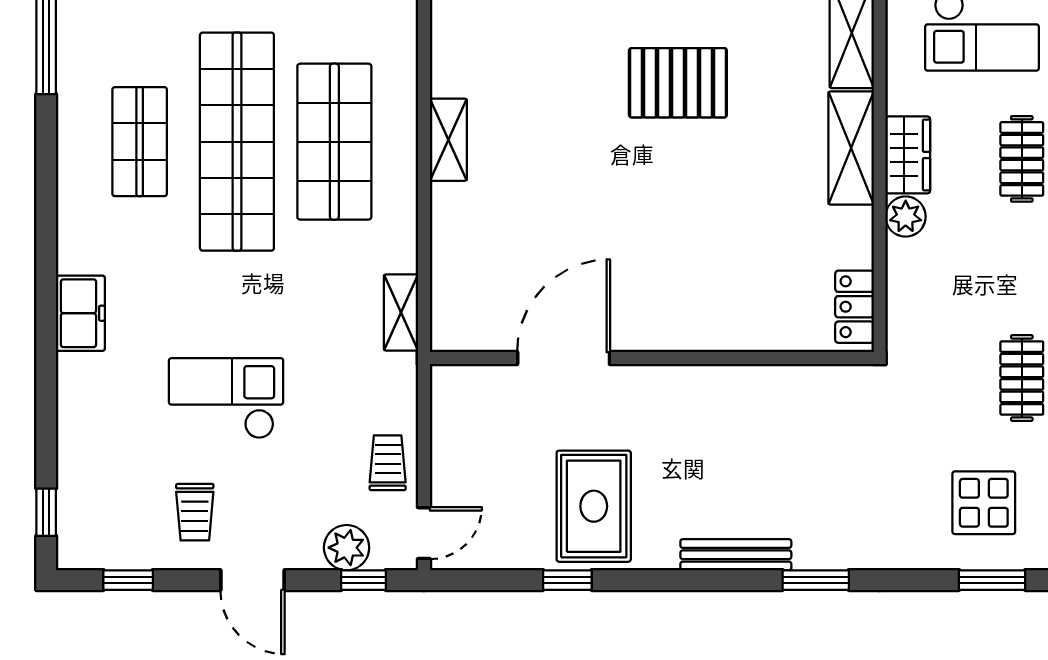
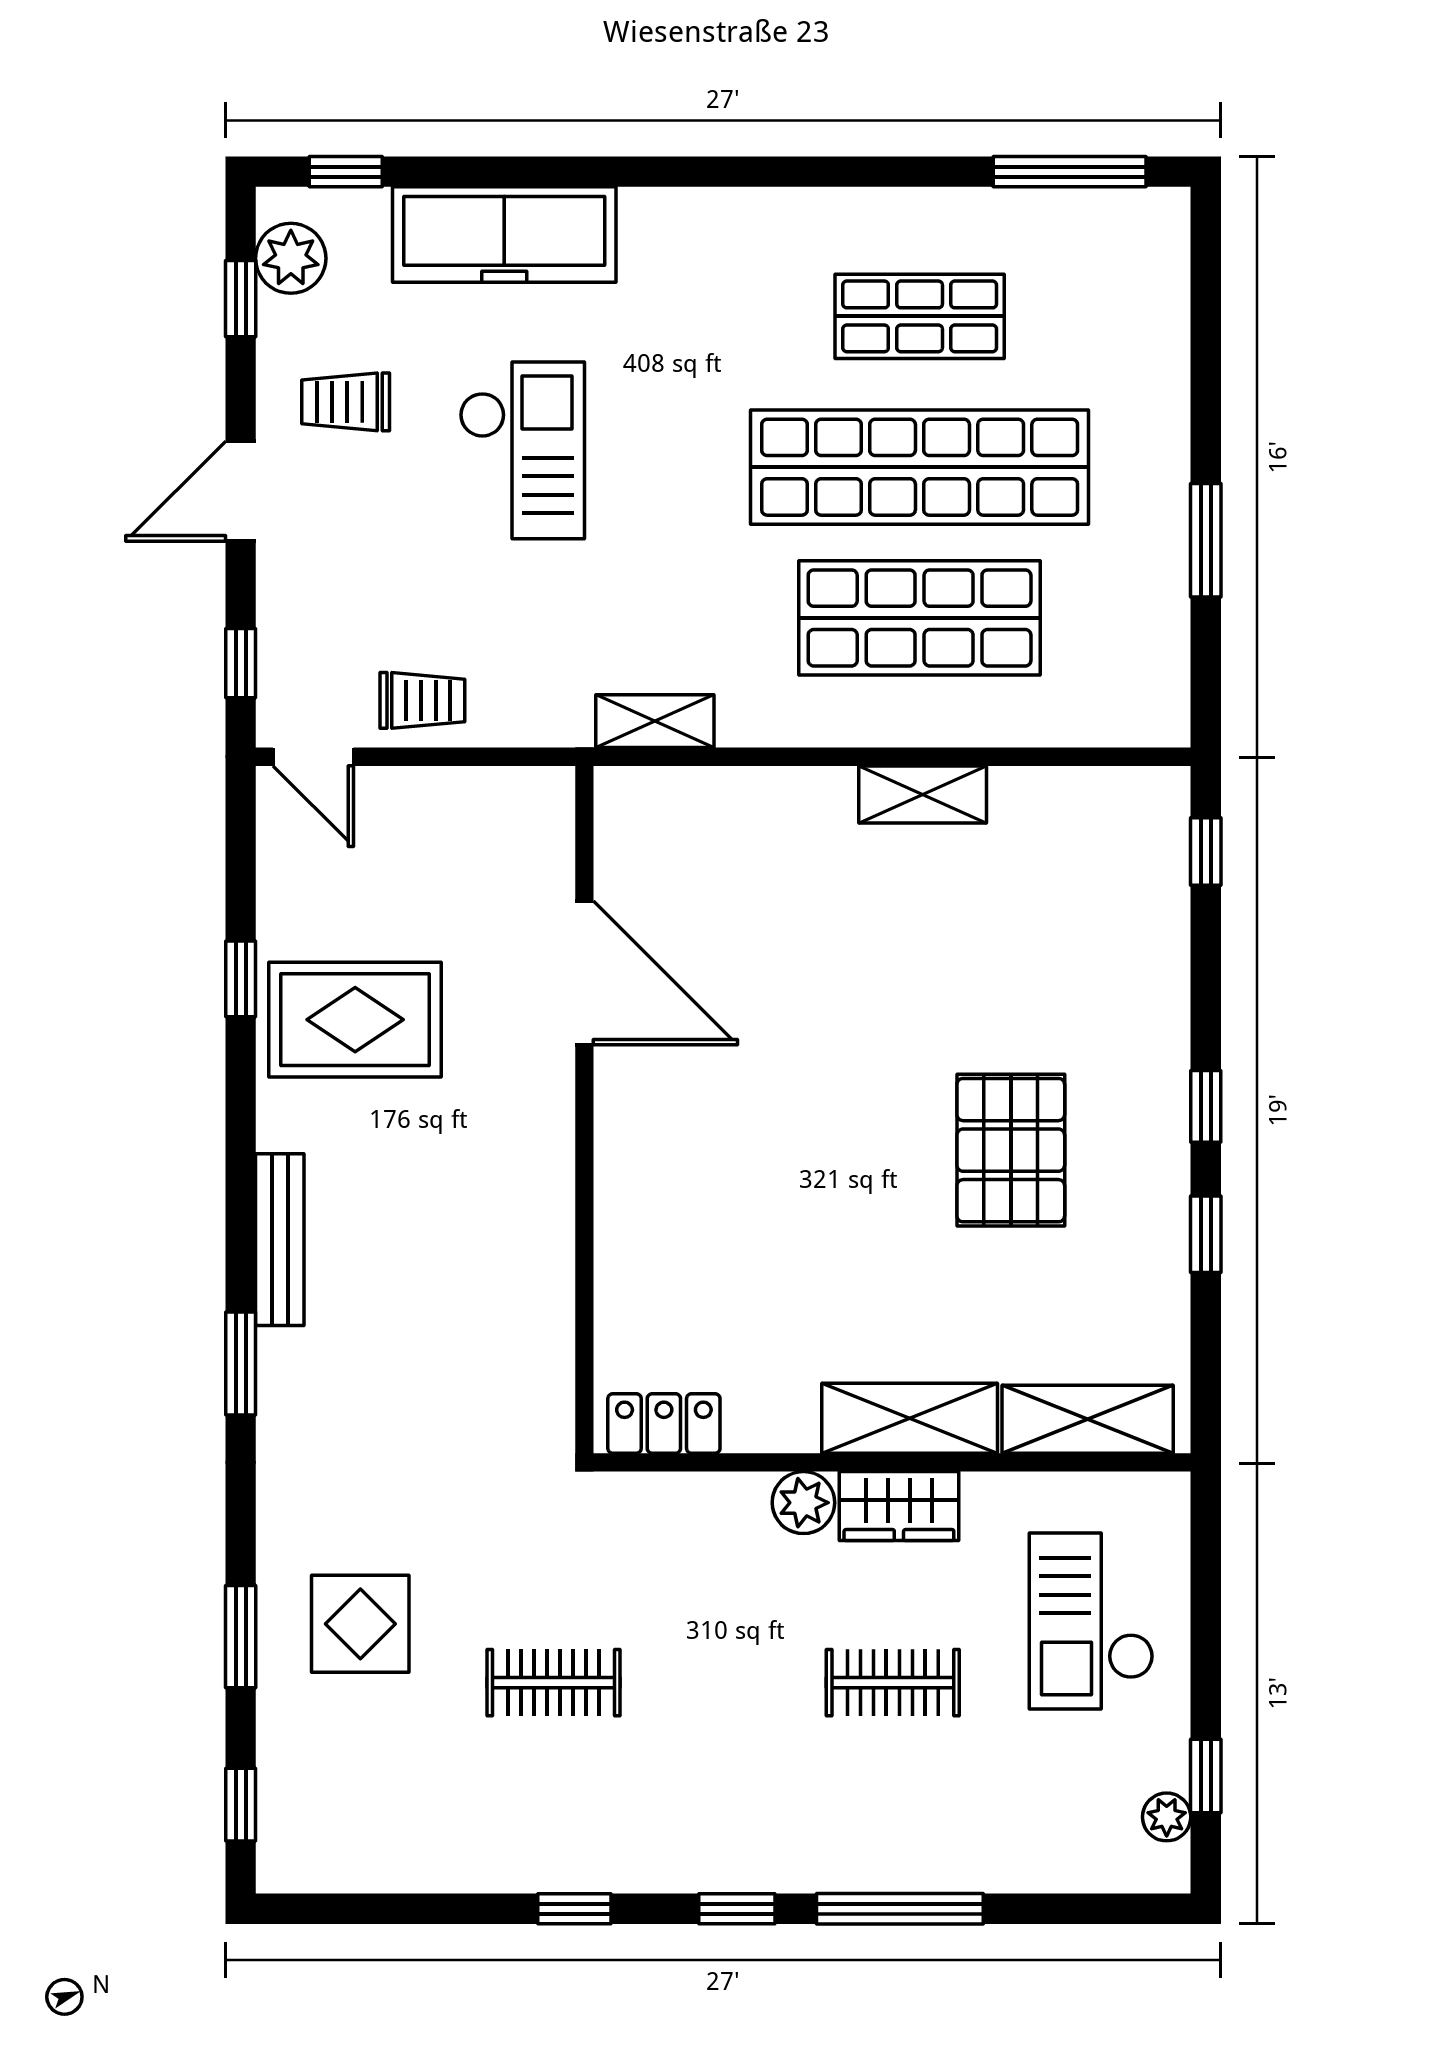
freezer: (80, 313) -> (504, 235), moved, width x1.91, depth x1.26
plant: (347, 548) -> (291, 258), moved

